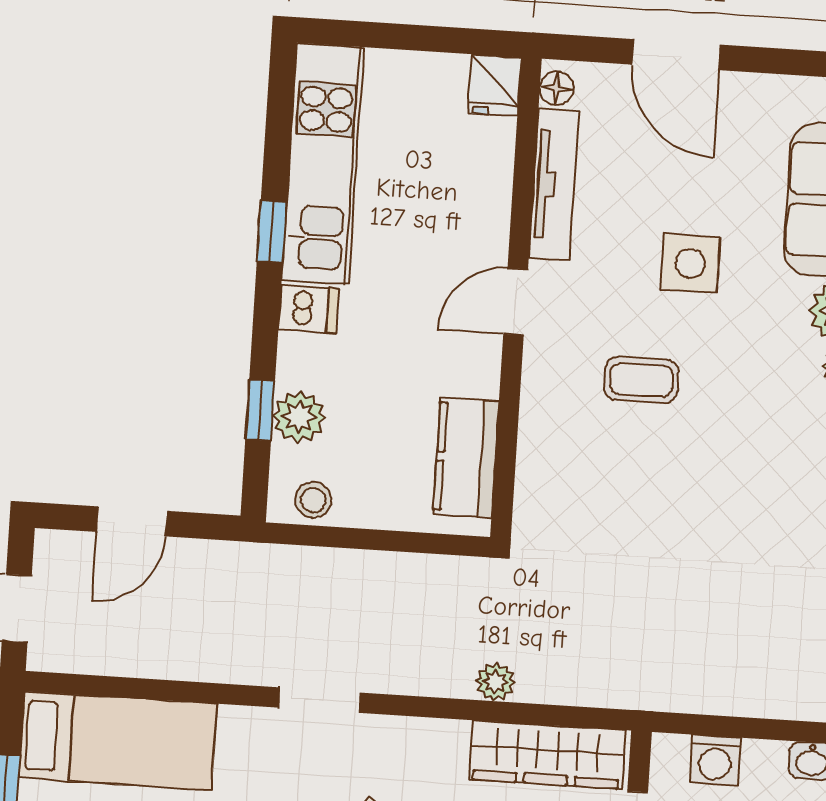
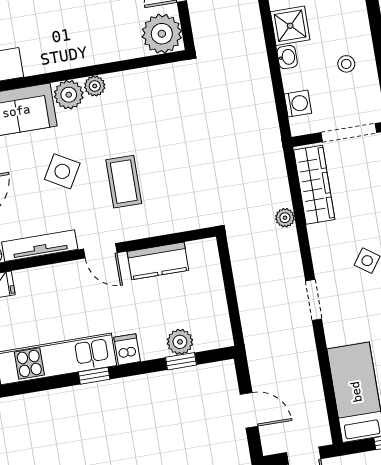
side table: (690, 263) -> (62, 171), turned 30
coffee table: (641, 380) -> (124, 182), width x1.36, depth x1.30
kitchen counter: (466, 458) -> (158, 261), moved
stool: (313, 500) -> (218, 326), removed

